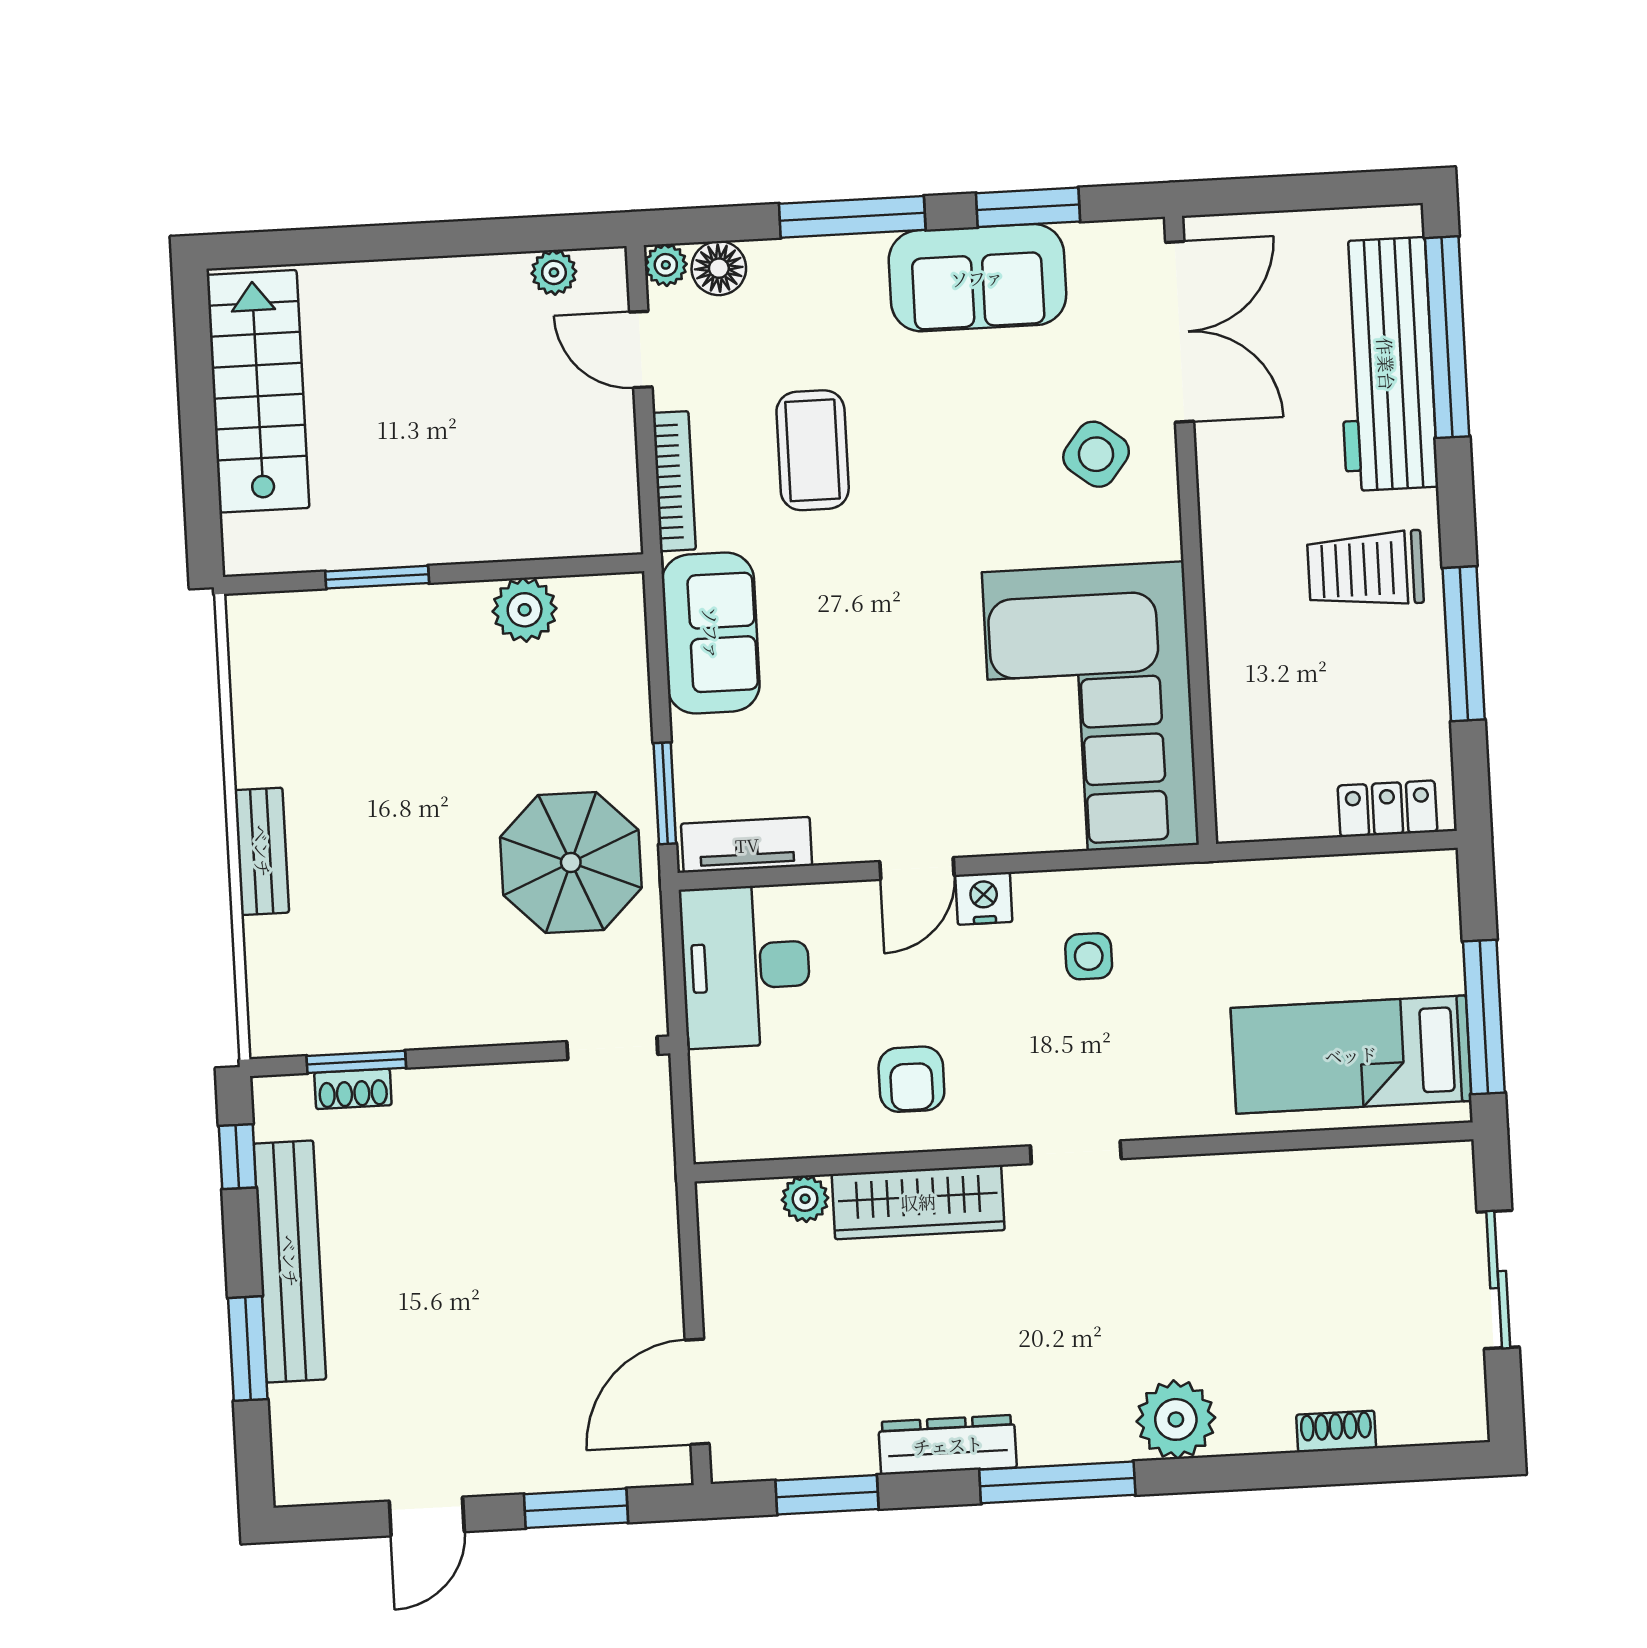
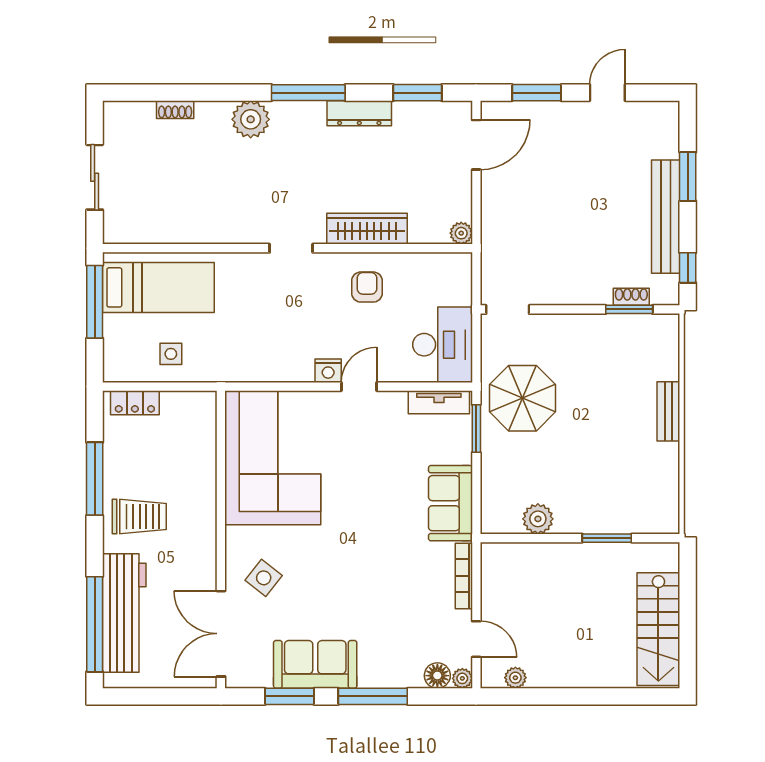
coffee table: (813, 450) -> (398, 587), removed
side table: (1089, 956) -> (171, 354), moved
plant: (805, 1199) -> (461, 233), moved

